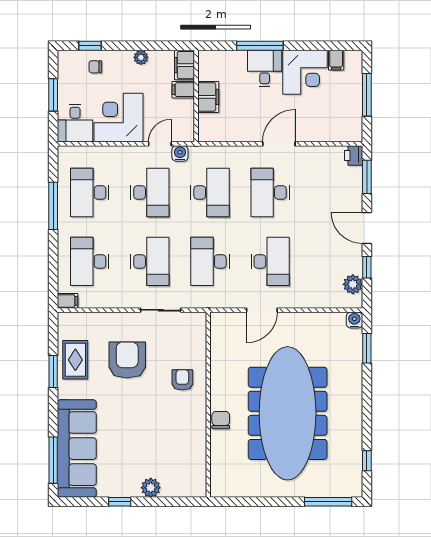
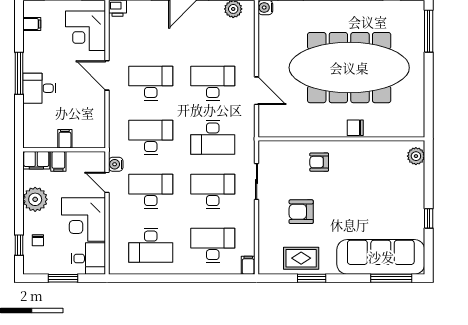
window: (260, 46) -> (19, 73), moved
plant: (141, 57) -> (35, 199), width x1.88, depth x1.88
corner desk: (305, 72) -> (86, 31), moved, turned 180
filing cabinet: (208, 97) -> (65, 139), width x0.50
desk: (270, 193) -> (151, 83), turned 180
window: (53, 206) -> (163, 278), removed
desk: (90, 261) -> (213, 245), turned 180
armchair: (127, 360) -> (301, 212), width x0.73, depth x0.73
plant: (151, 488) -> (416, 156), moved

